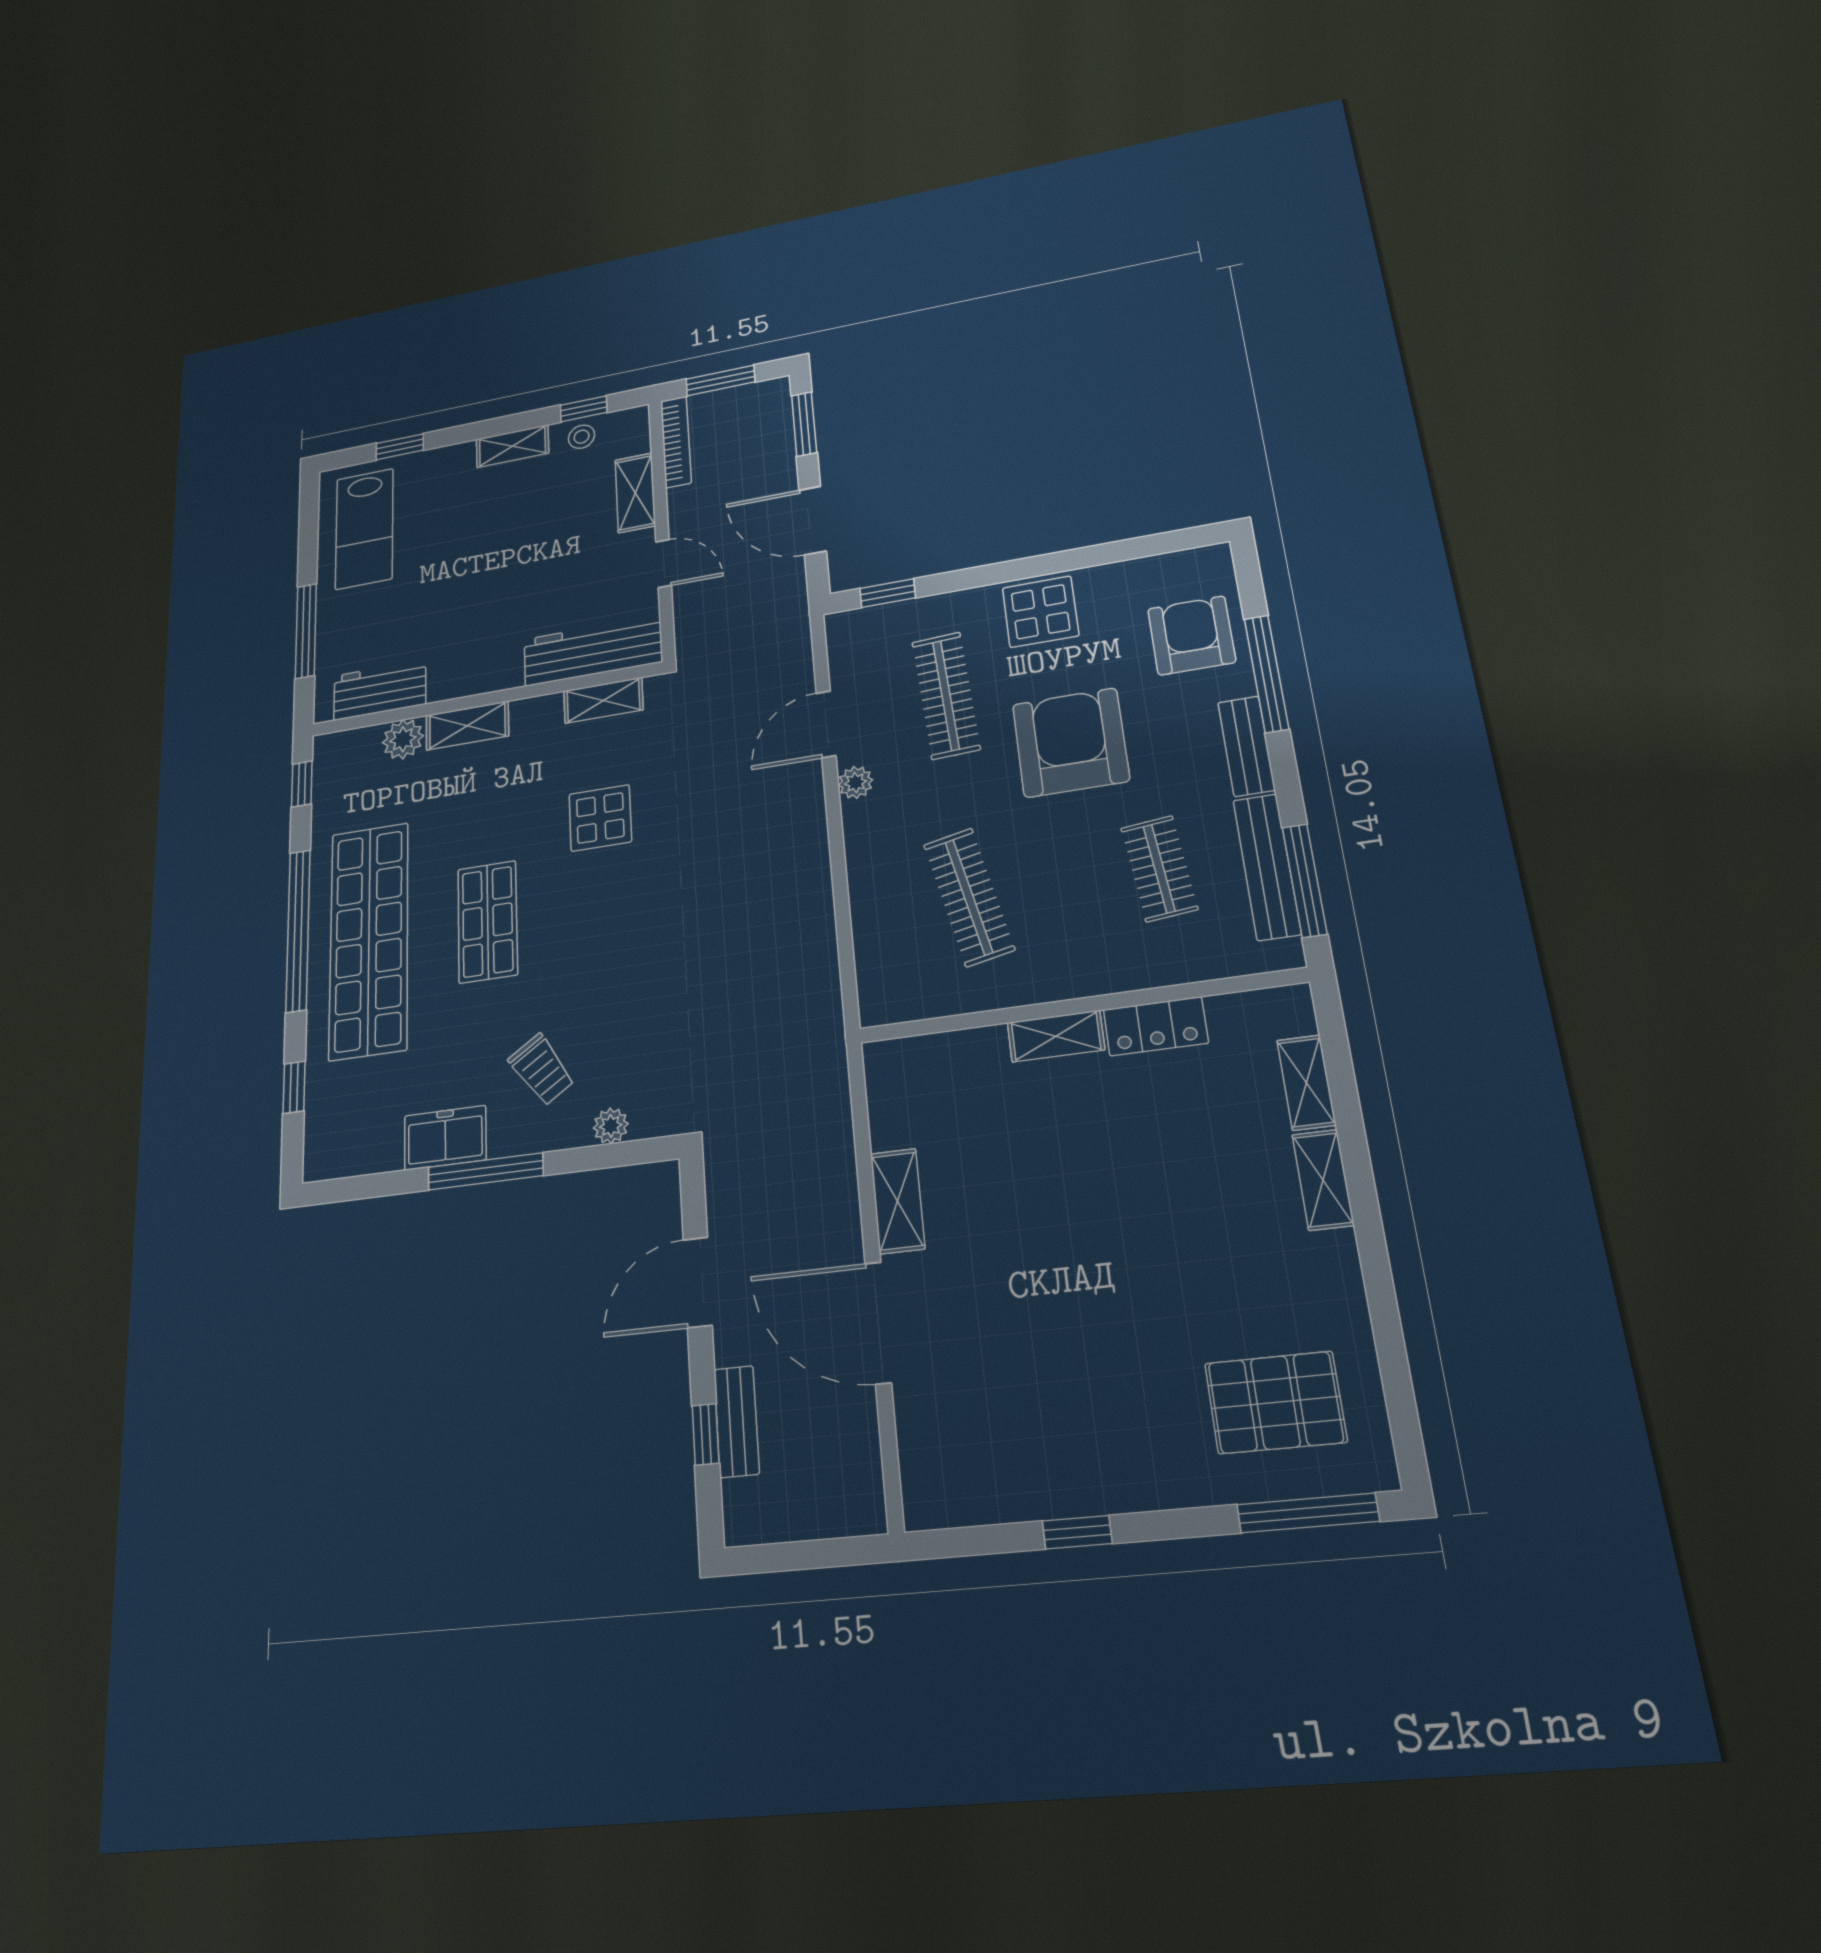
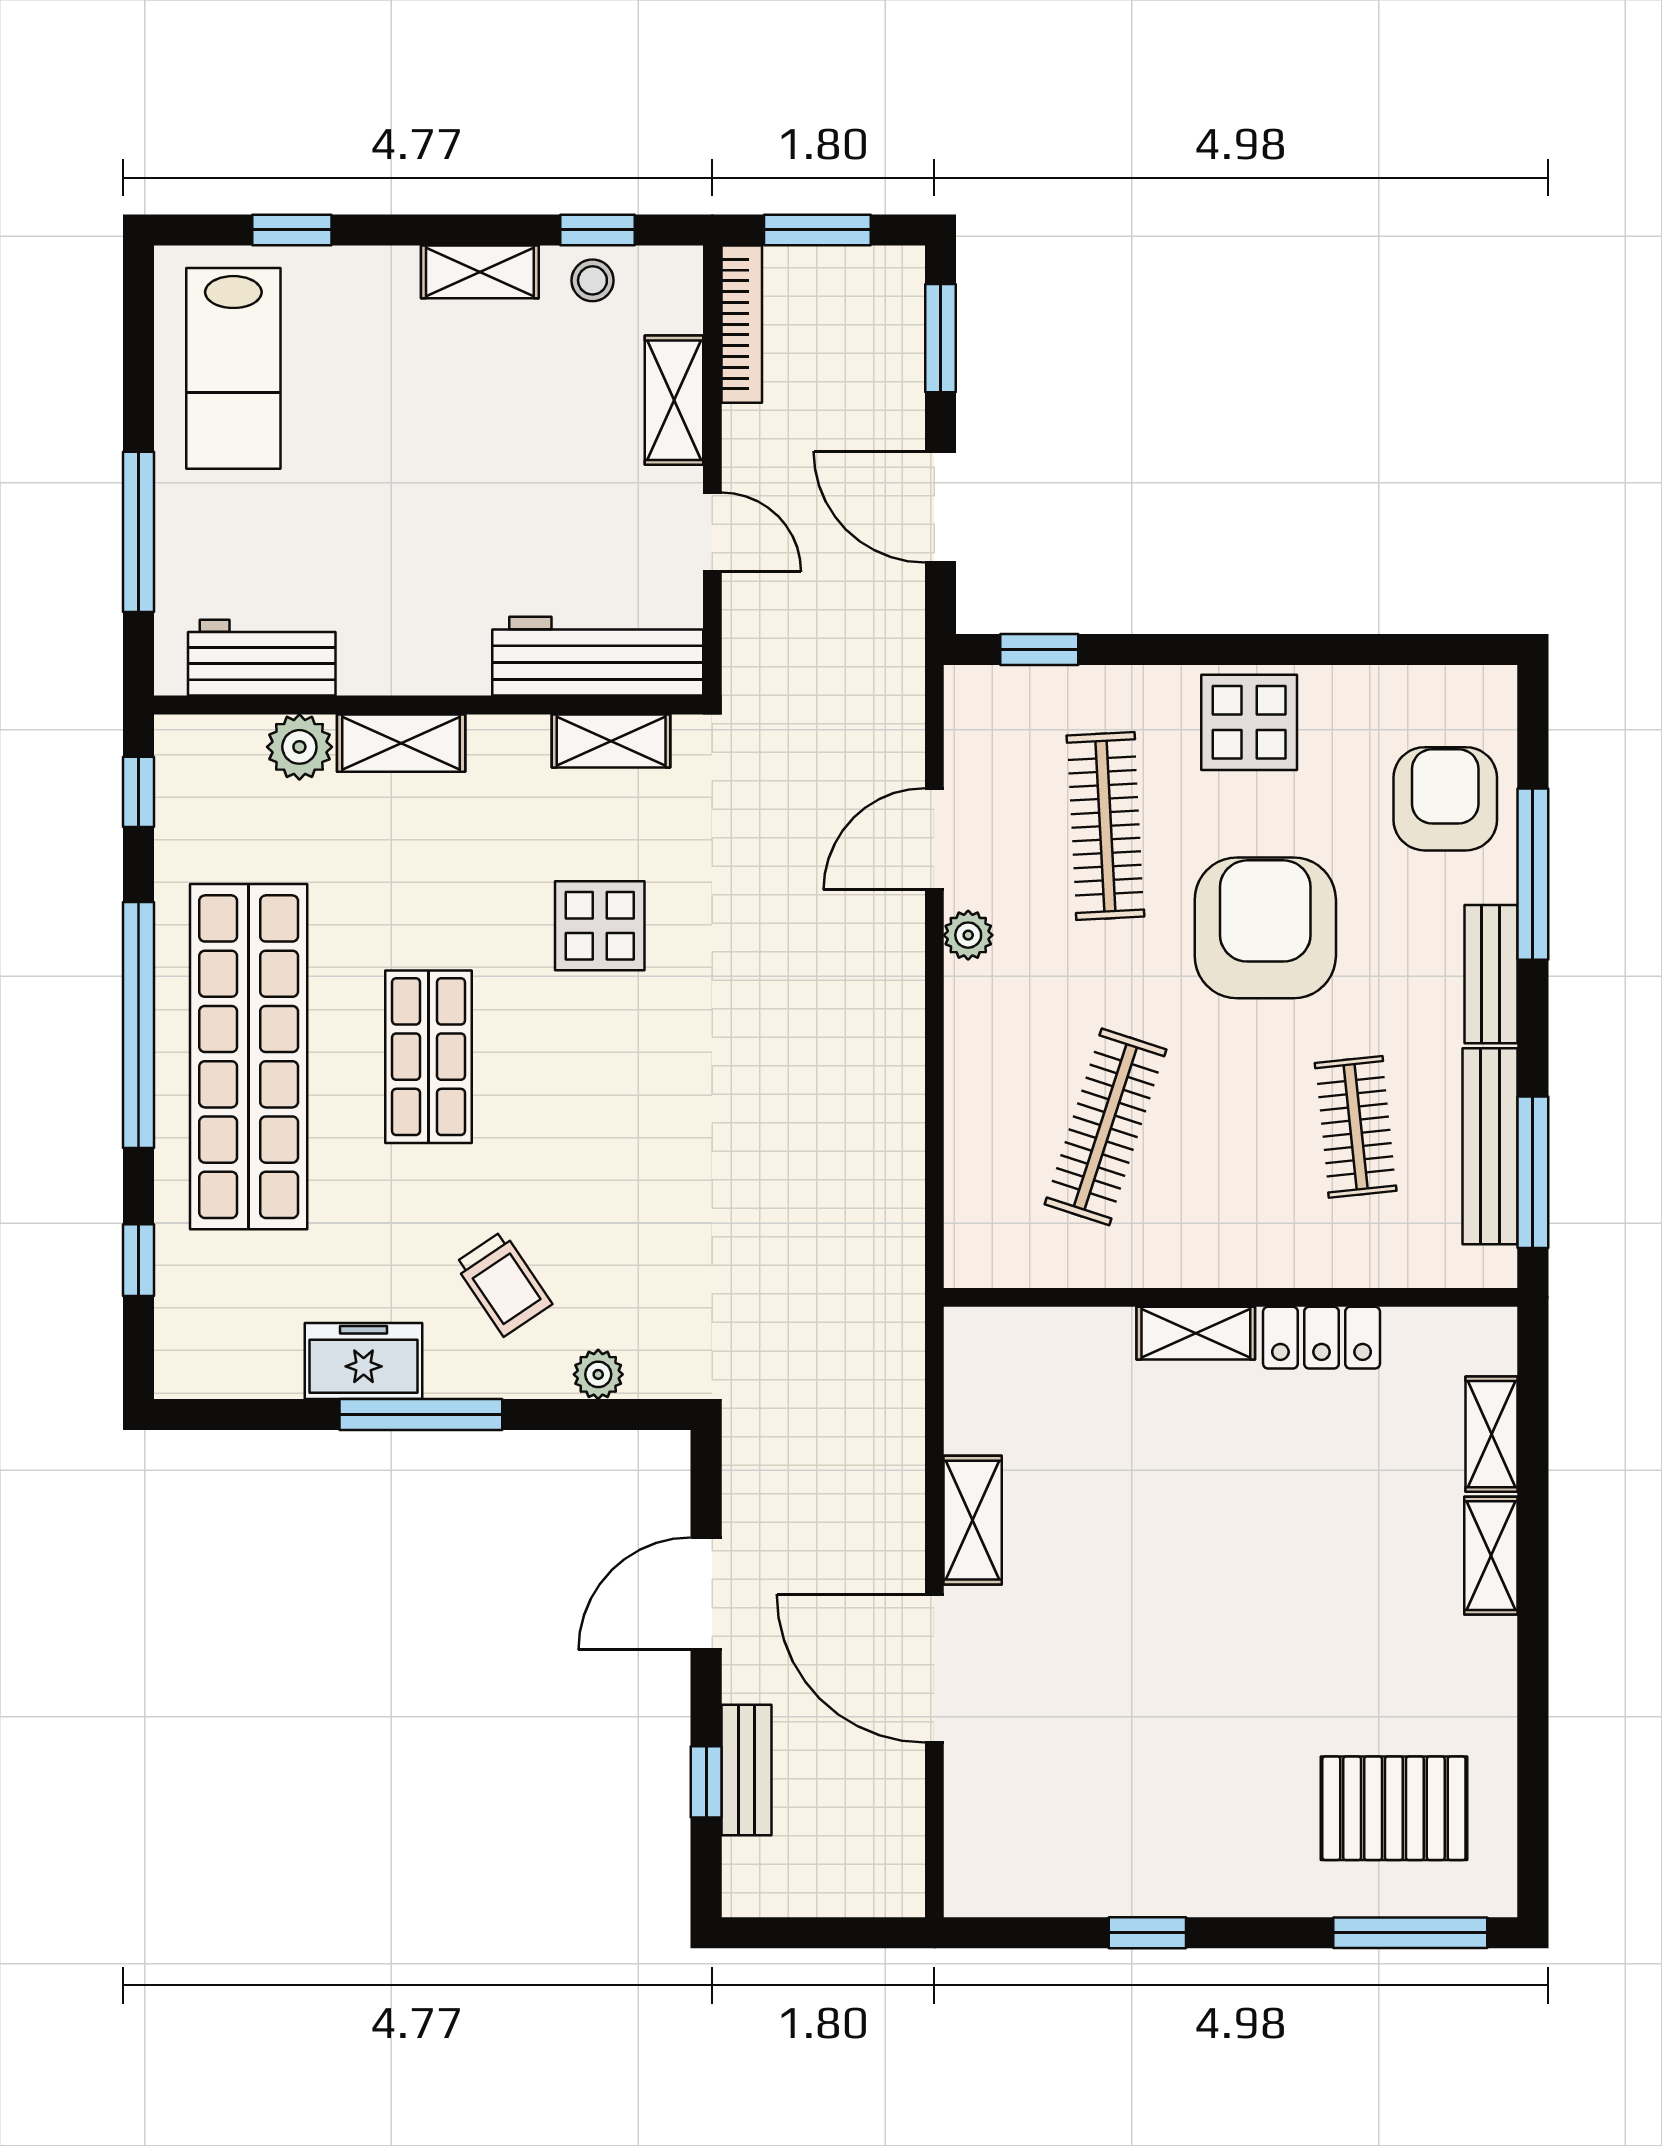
clothes rail: (969, 897) -> (1105, 1127), turned 30

